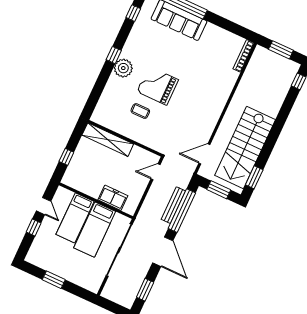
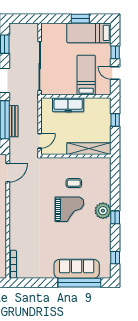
freezer: (113, 198) -> (68, 105), width x1.40
bed: (95, 230) -> (89, 33), moved, turned -90

